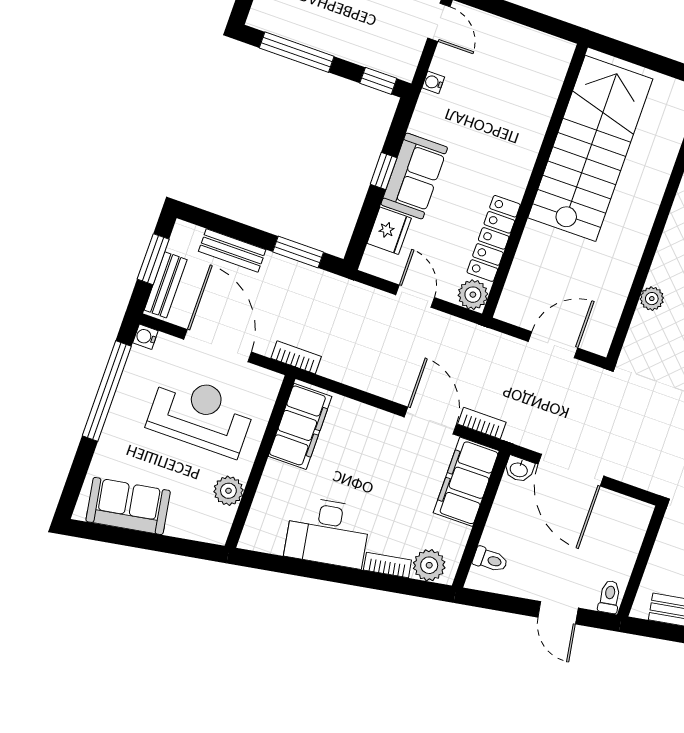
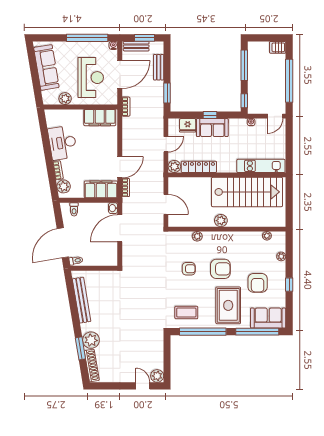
kitchen unit: (542, 95) -> (261, 166), added
plant: (635, 231) -> (221, 221), added
sofa: (128, 506) -> (46, 67), width x1.36
door: (558, 613) -> (63, 243), width x1.87

